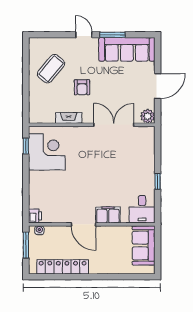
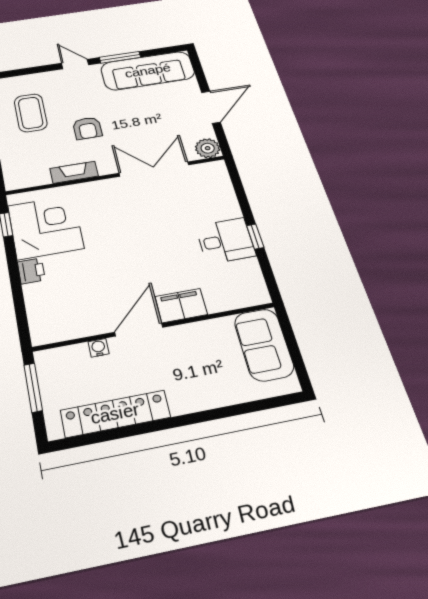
coffee table: (51, 69) -> (31, 113), turned -40
desk: (142, 209) -> (226, 241), moved, turned -90
printer: (35, 216) -> (31, 271), moved
door: (83, 224) -> (139, 330), swing flipped
water cooler: (39, 230) -> (98, 348), moved

